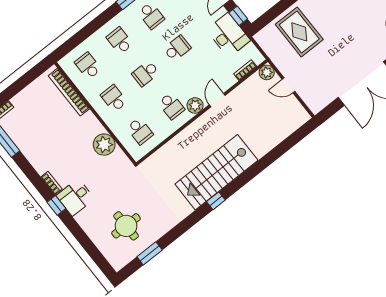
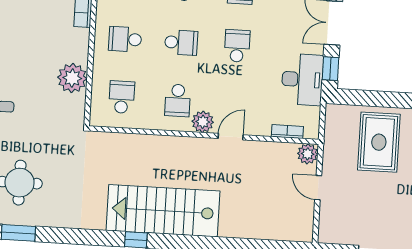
school desk: (177, 48) -> (237, 46), turned -90
school desk: (145, 73) -> (181, 43), turned 180
school desk: (114, 98) -> (125, 39), turned -90
school desk: (140, 131) -> (122, 97), turned 180

